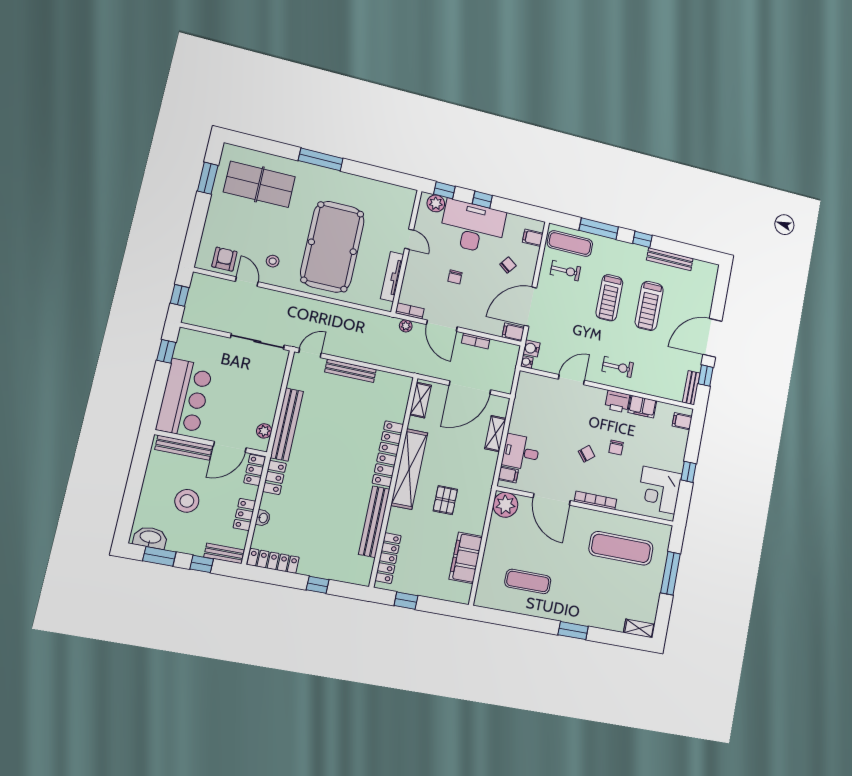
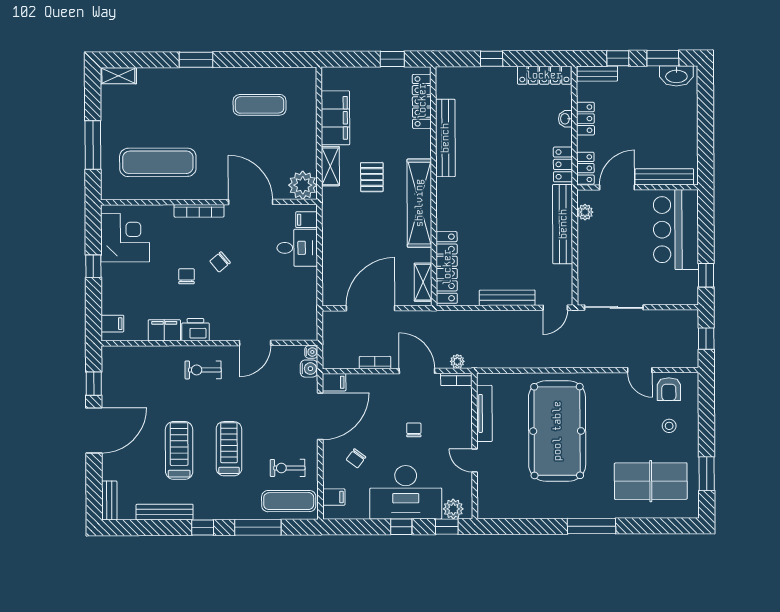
stool: (273, 261) -> (669, 426), moved
bench: (691, 388) -> (109, 501), moved
shelving: (495, 434) -> (330, 166), moved
locker: (388, 454) -> (447, 267), moved
stool: (187, 501) -> (648, 121), removed

